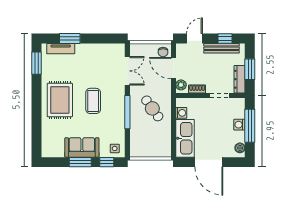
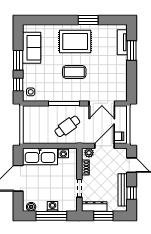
window: (36, 63) -> (88, 20), moved
sofa: (82, 147) -> (32, 48), moved

